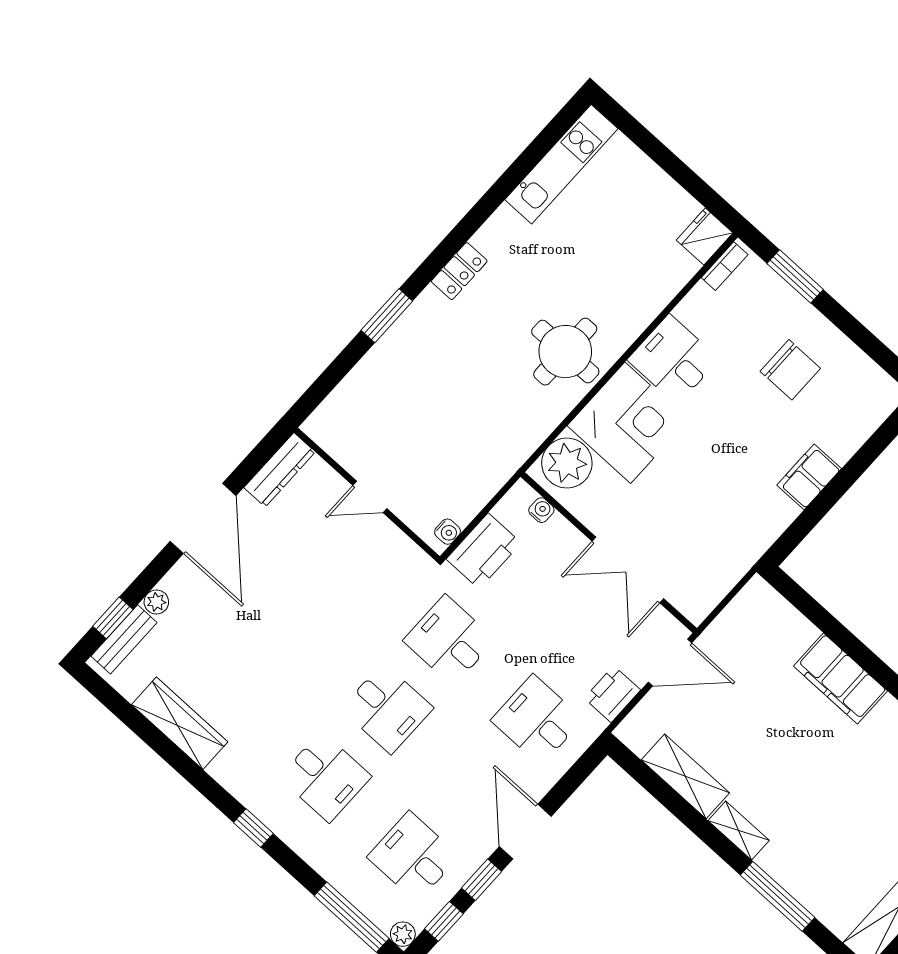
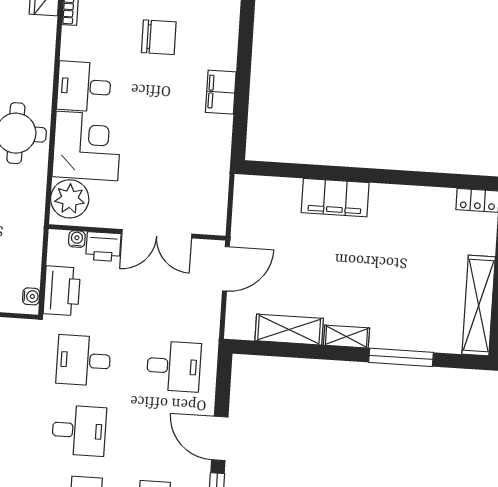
printer: (612, 694) -> (103, 247), moved, turned -90
desk: (537, 720) -> (174, 366), turned 180

